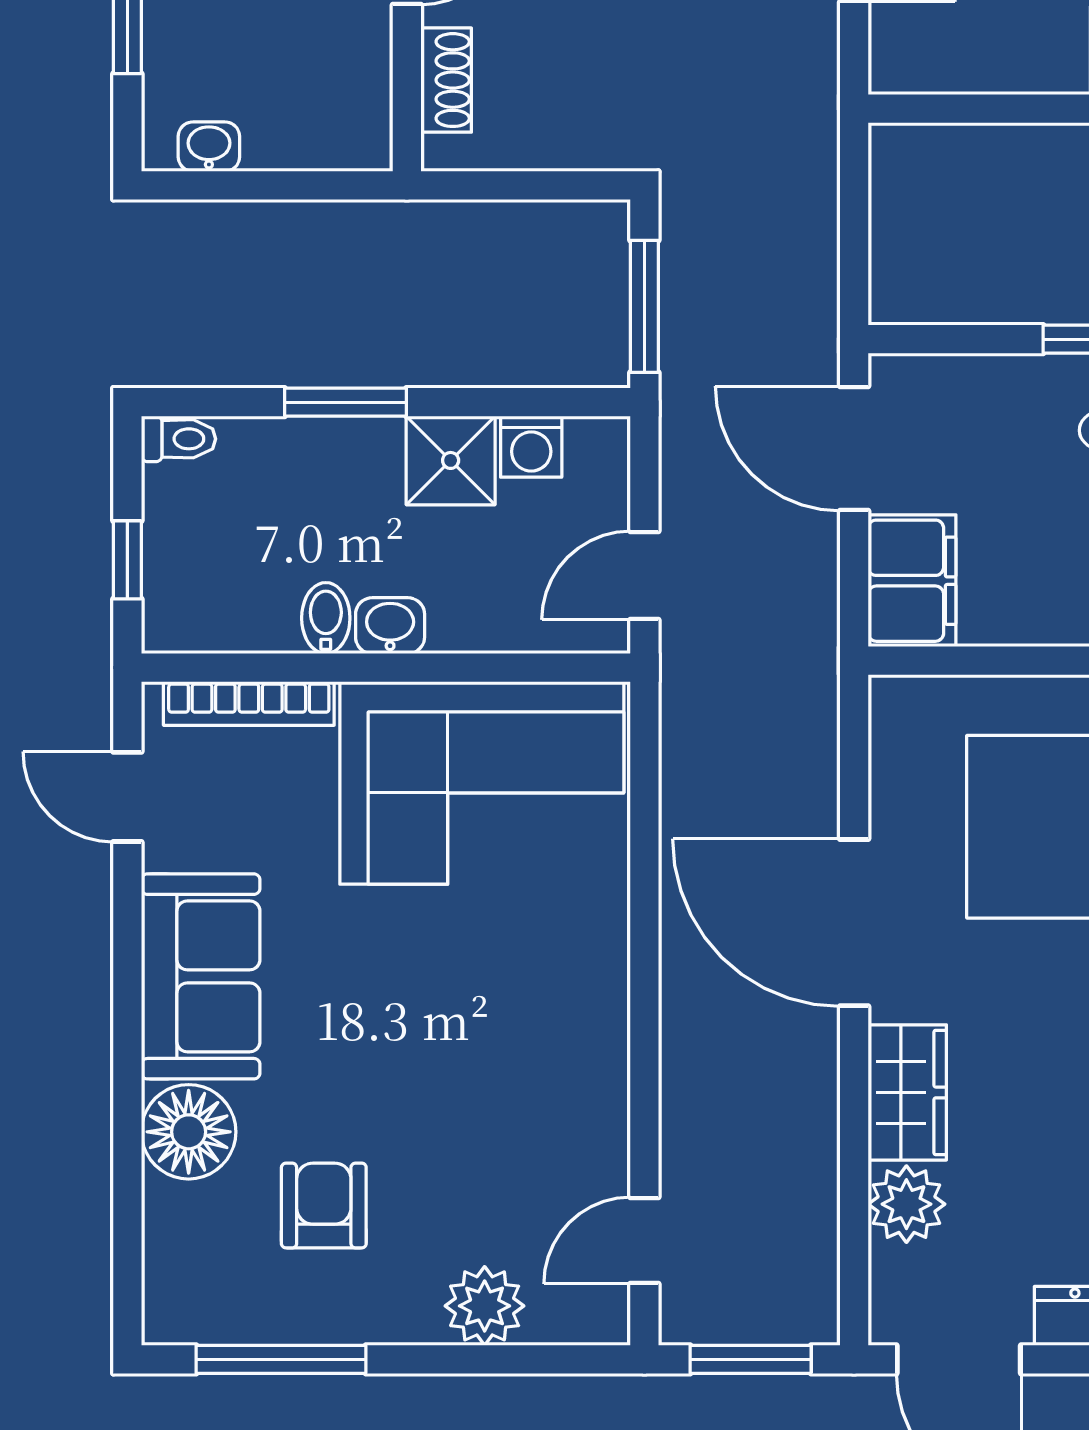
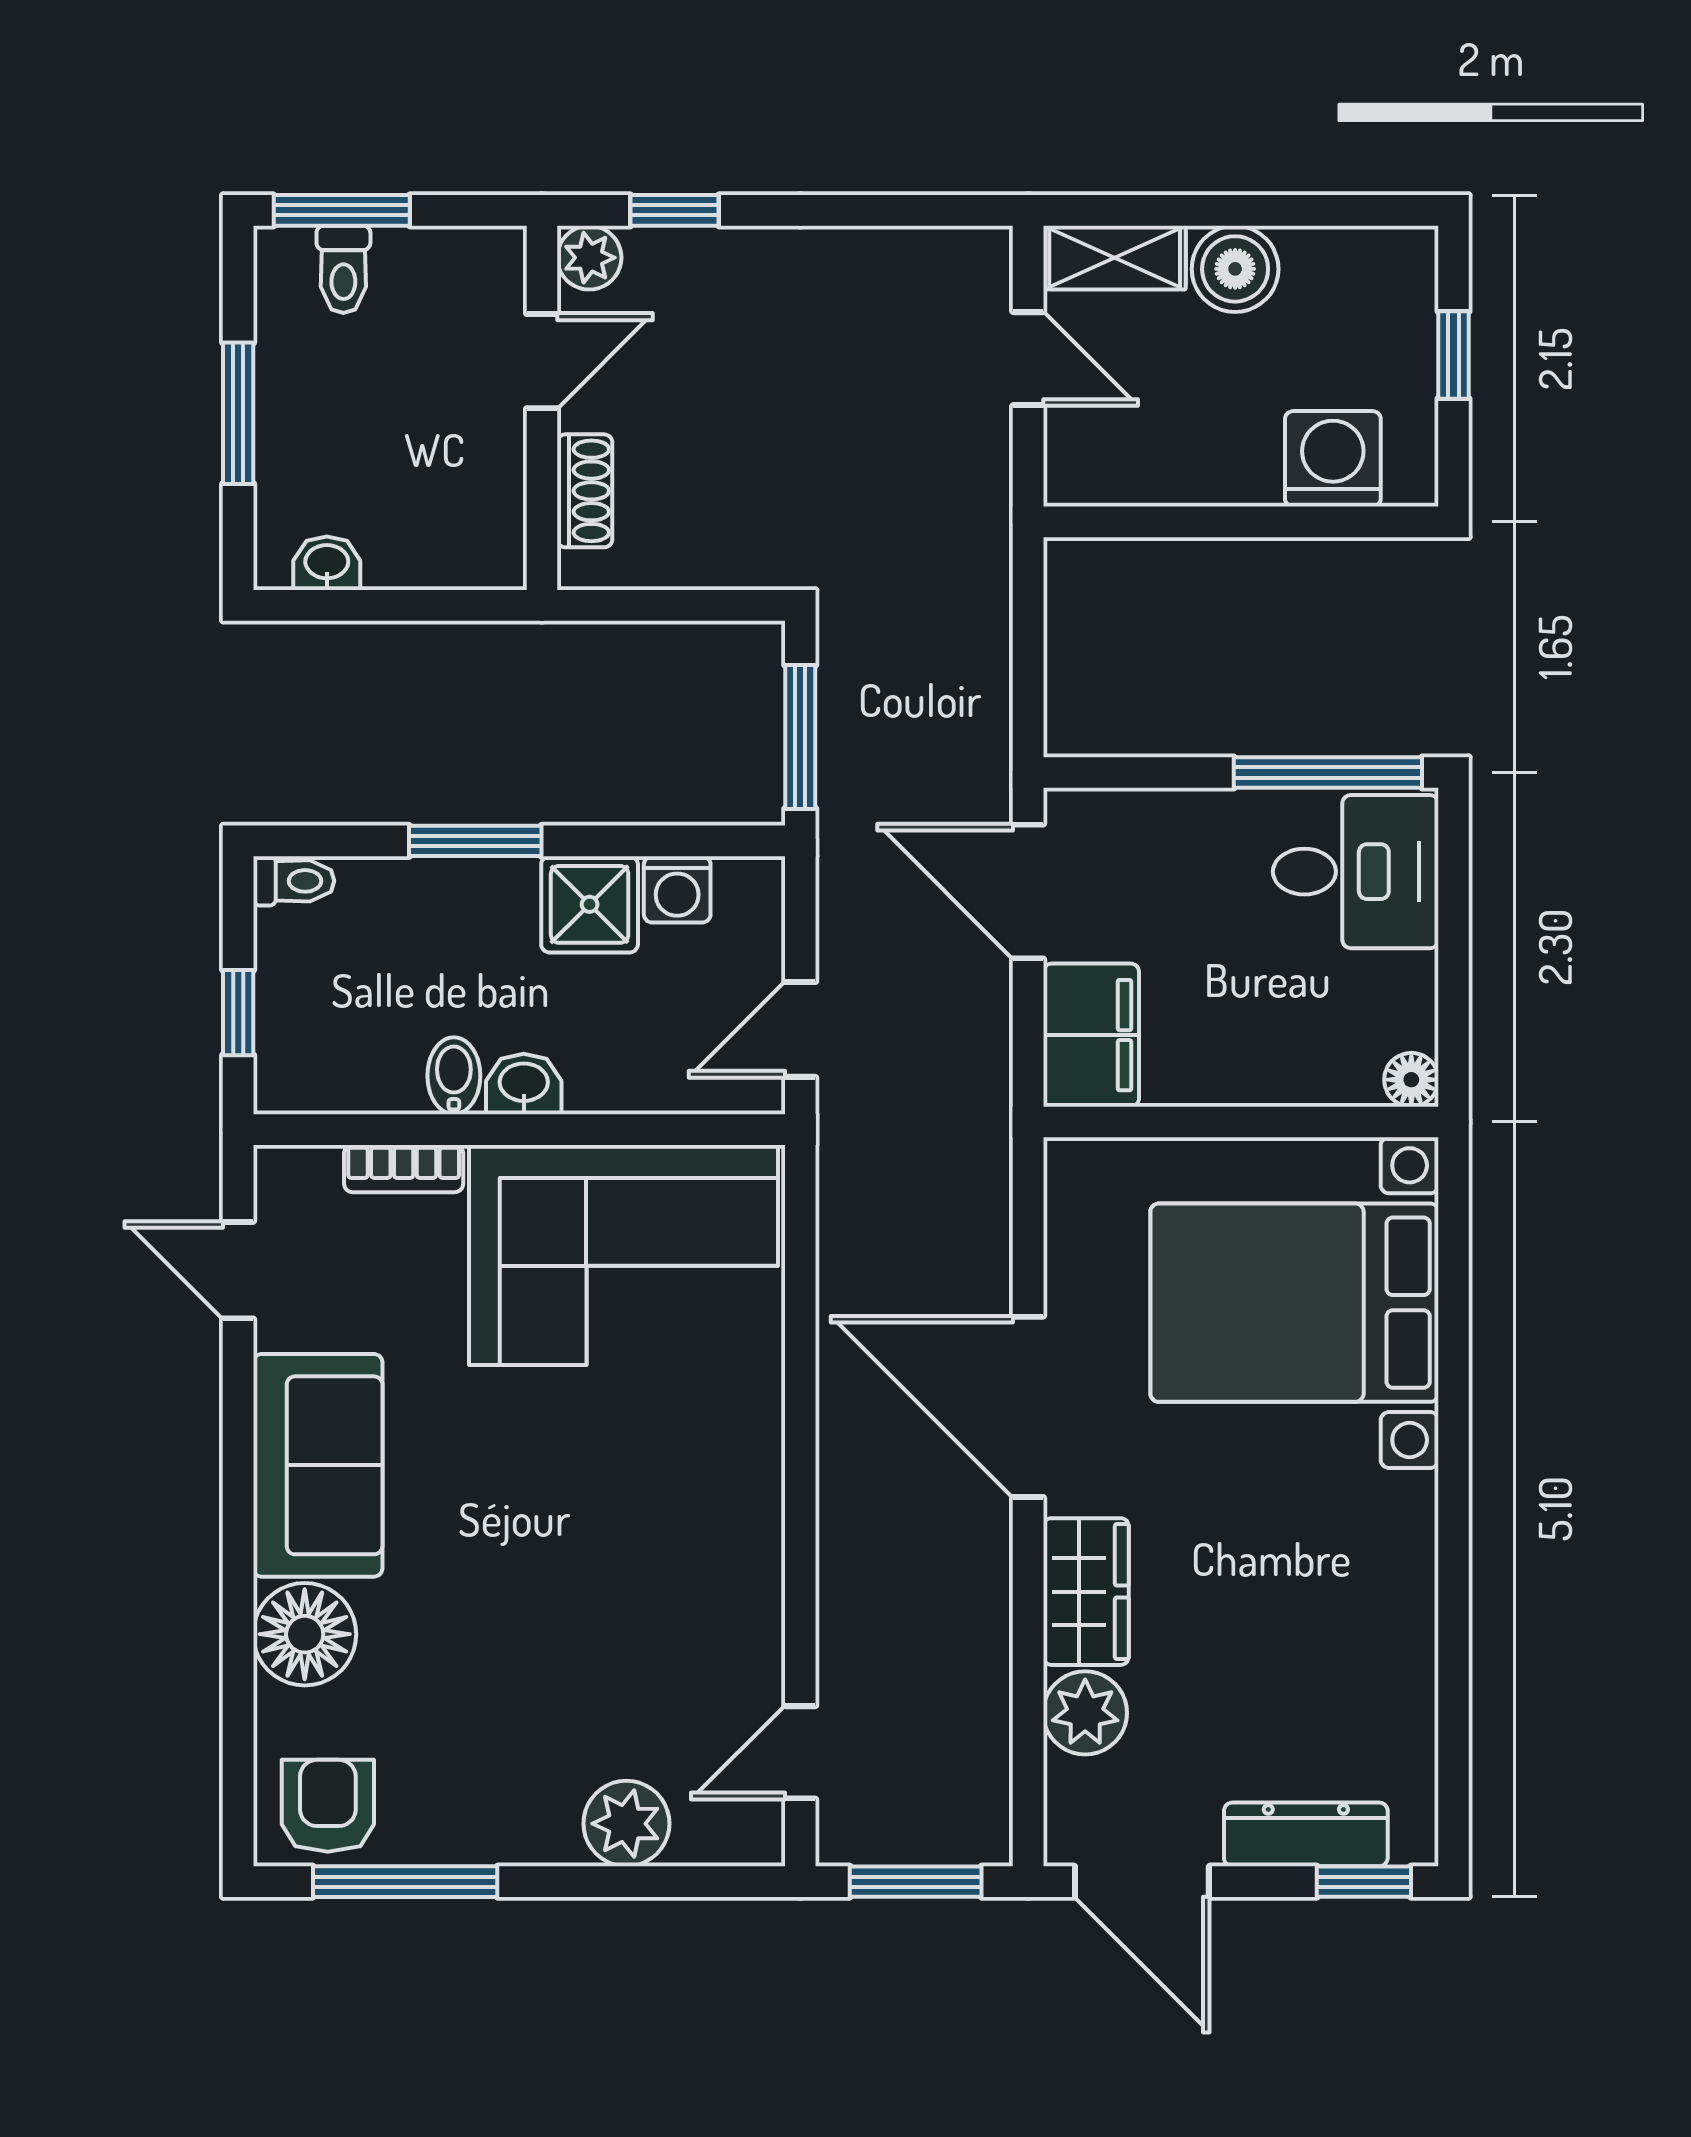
bookcase: (249, 703) -> (404, 1169), width x0.64
armchair: (324, 1206) -> (328, 1806), moved

